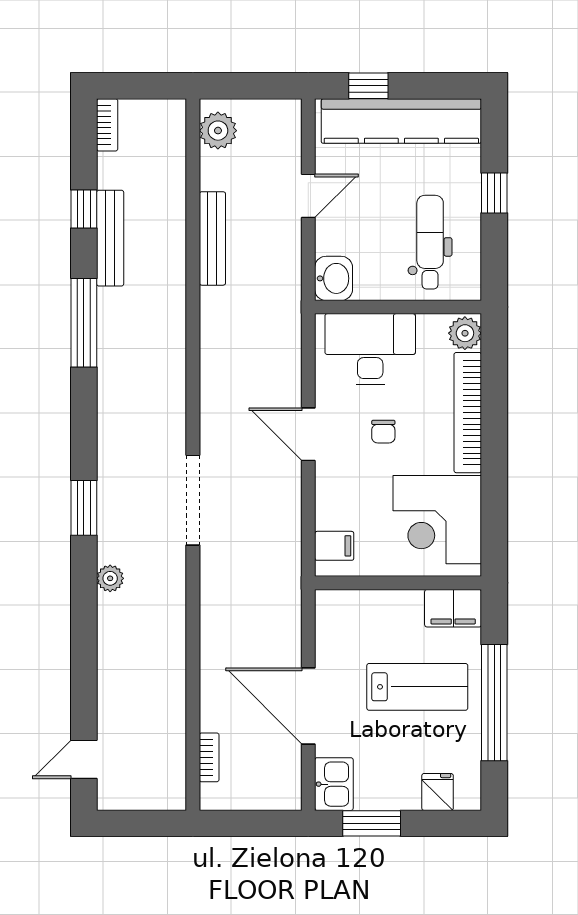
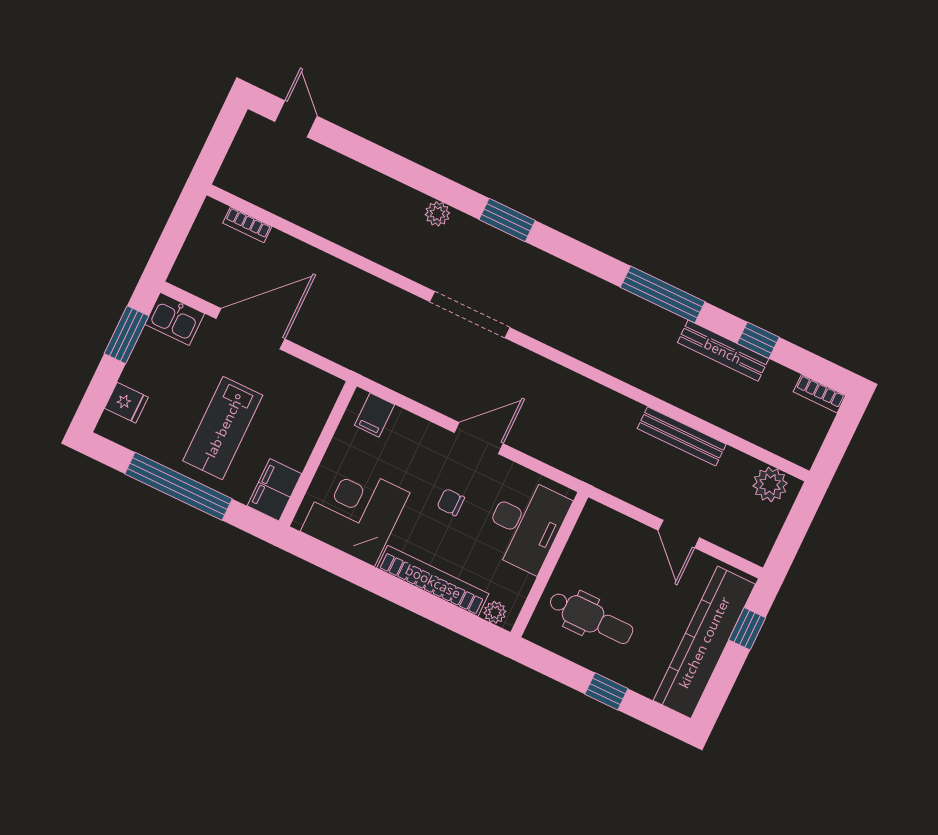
washbasin: (334, 278) -> (599, 522), removed
plant: (465, 333) -> (495, 612), width x0.73, depth x0.73

